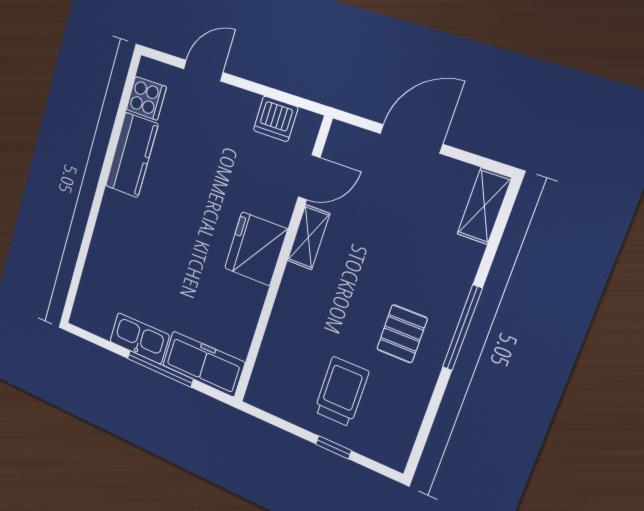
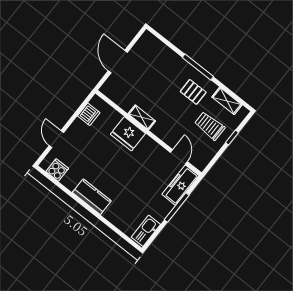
kitchen counter: (132, 155) -> (92, 197), moved
door: (309, 177) -> (179, 157), moved
shelving: (484, 206) -> (227, 101), moved
fridge: (256, 249) -> (128, 134), moved
kitchen sink: (139, 338) -> (146, 231), moved

